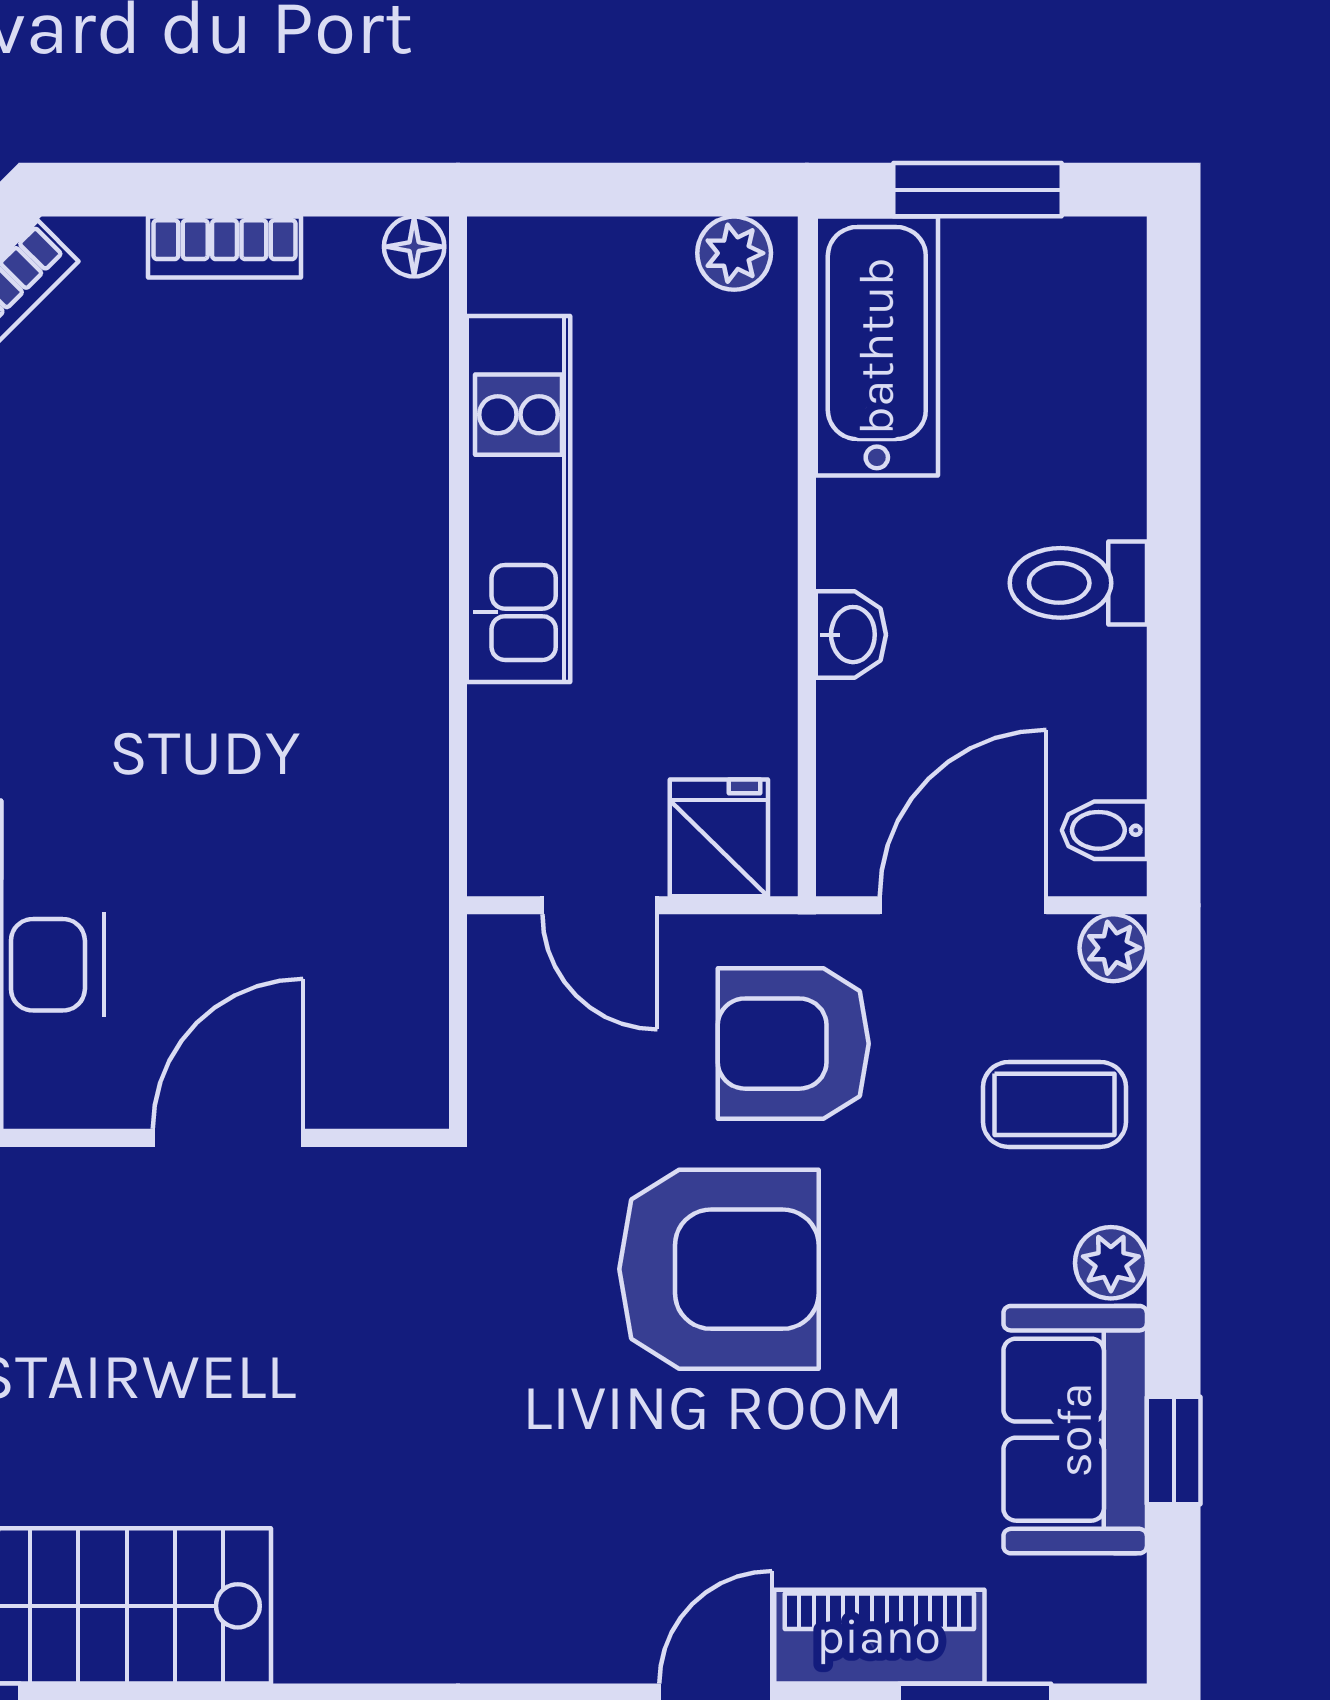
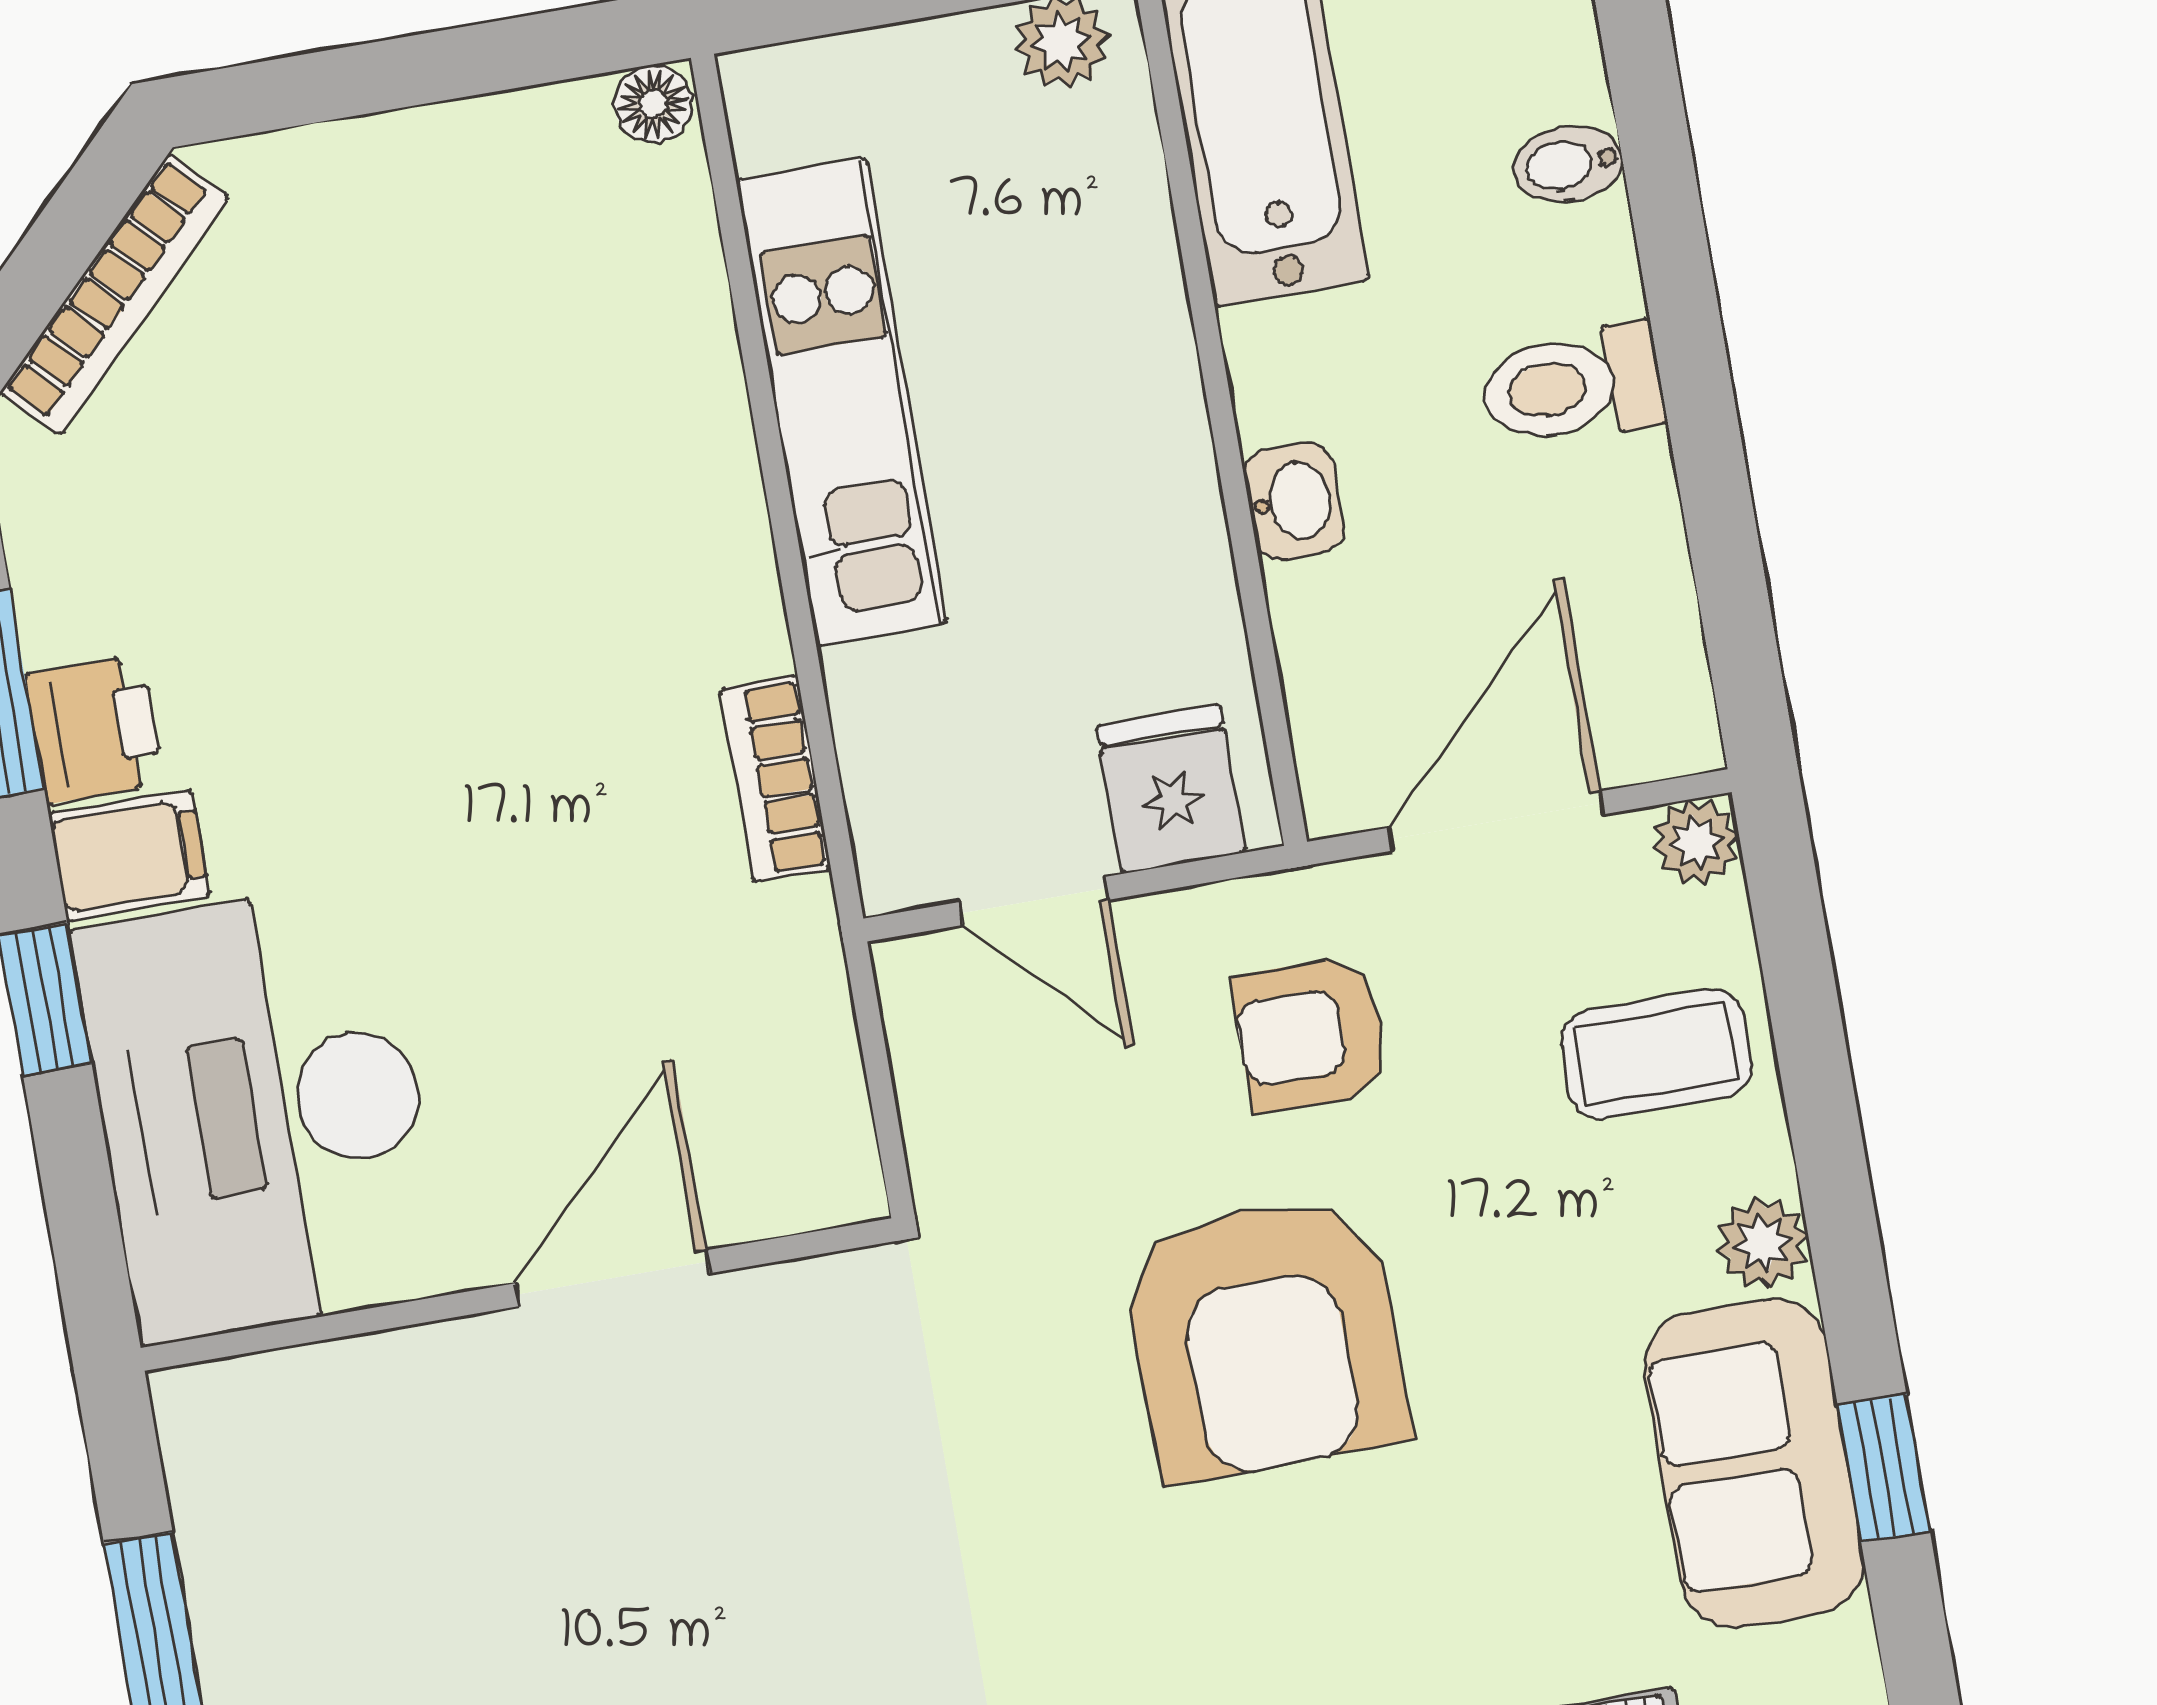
bookcase: (225, 247) -> (776, 779), moved, turned 90
bidet: (1104, 830) -> (1568, 164), moved
armchair: (793, 1044) -> (1311, 1034), width x0.72, depth x0.72
armchair: (719, 1269) -> (1266, 1338), turned 89

